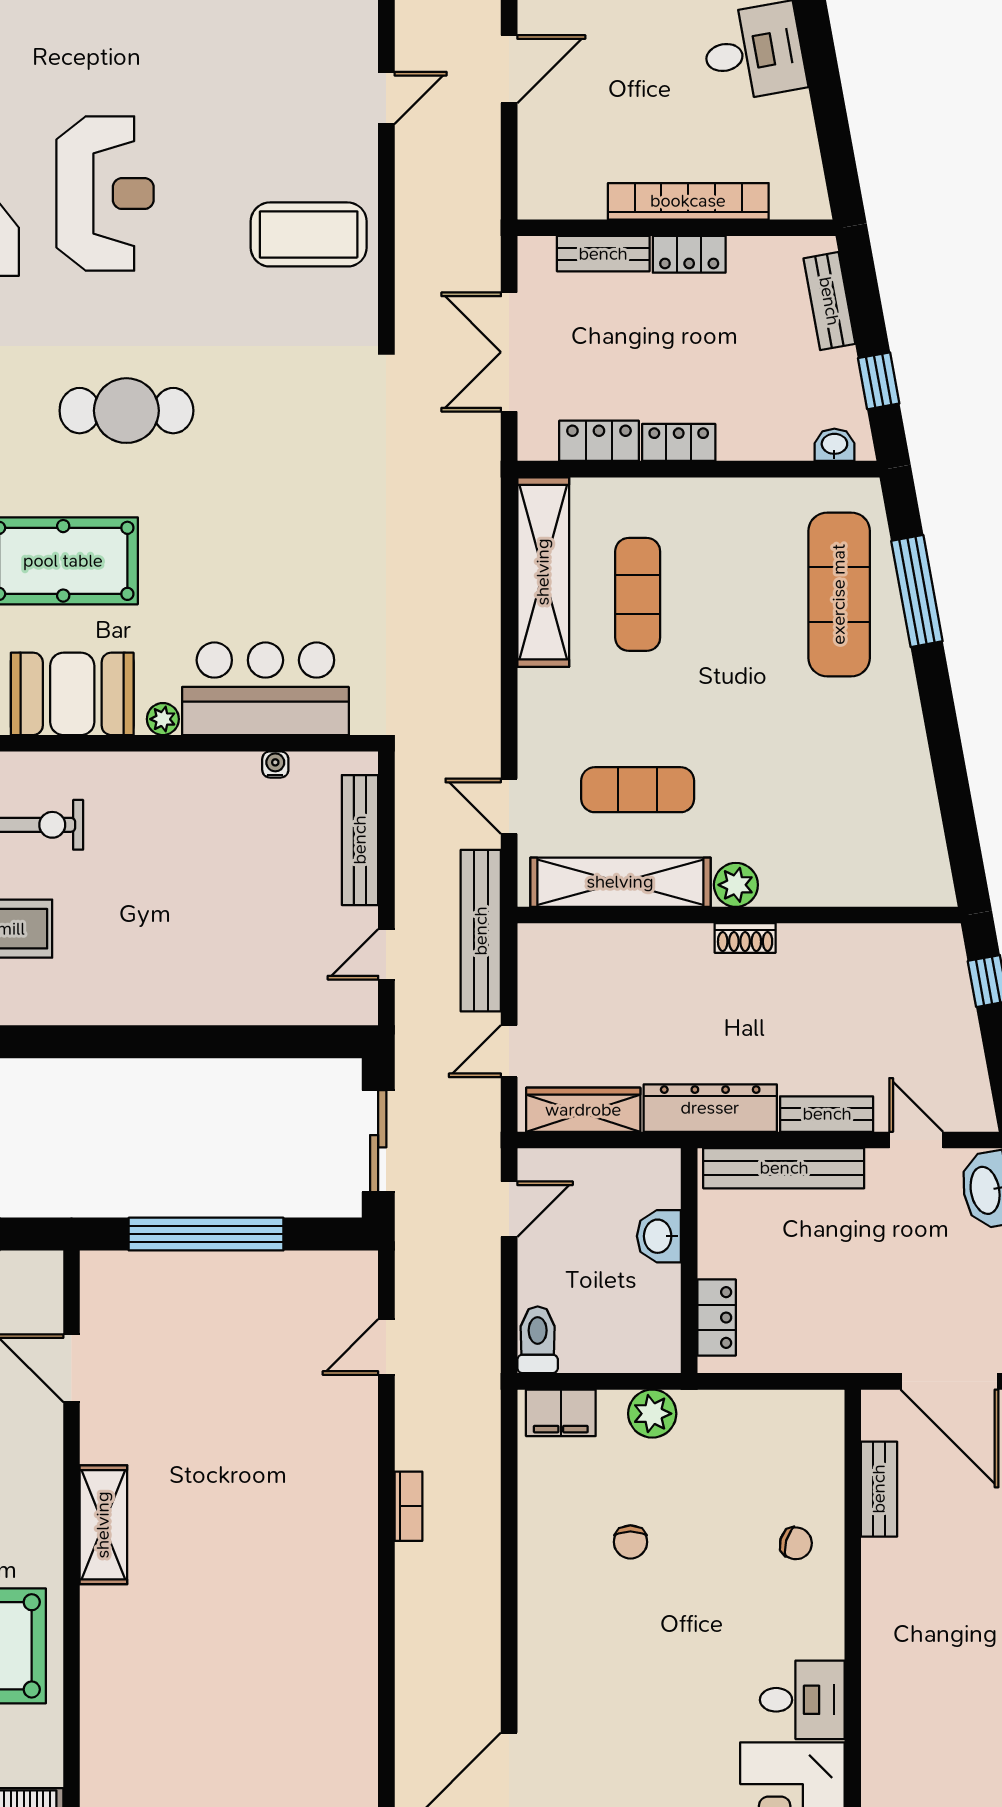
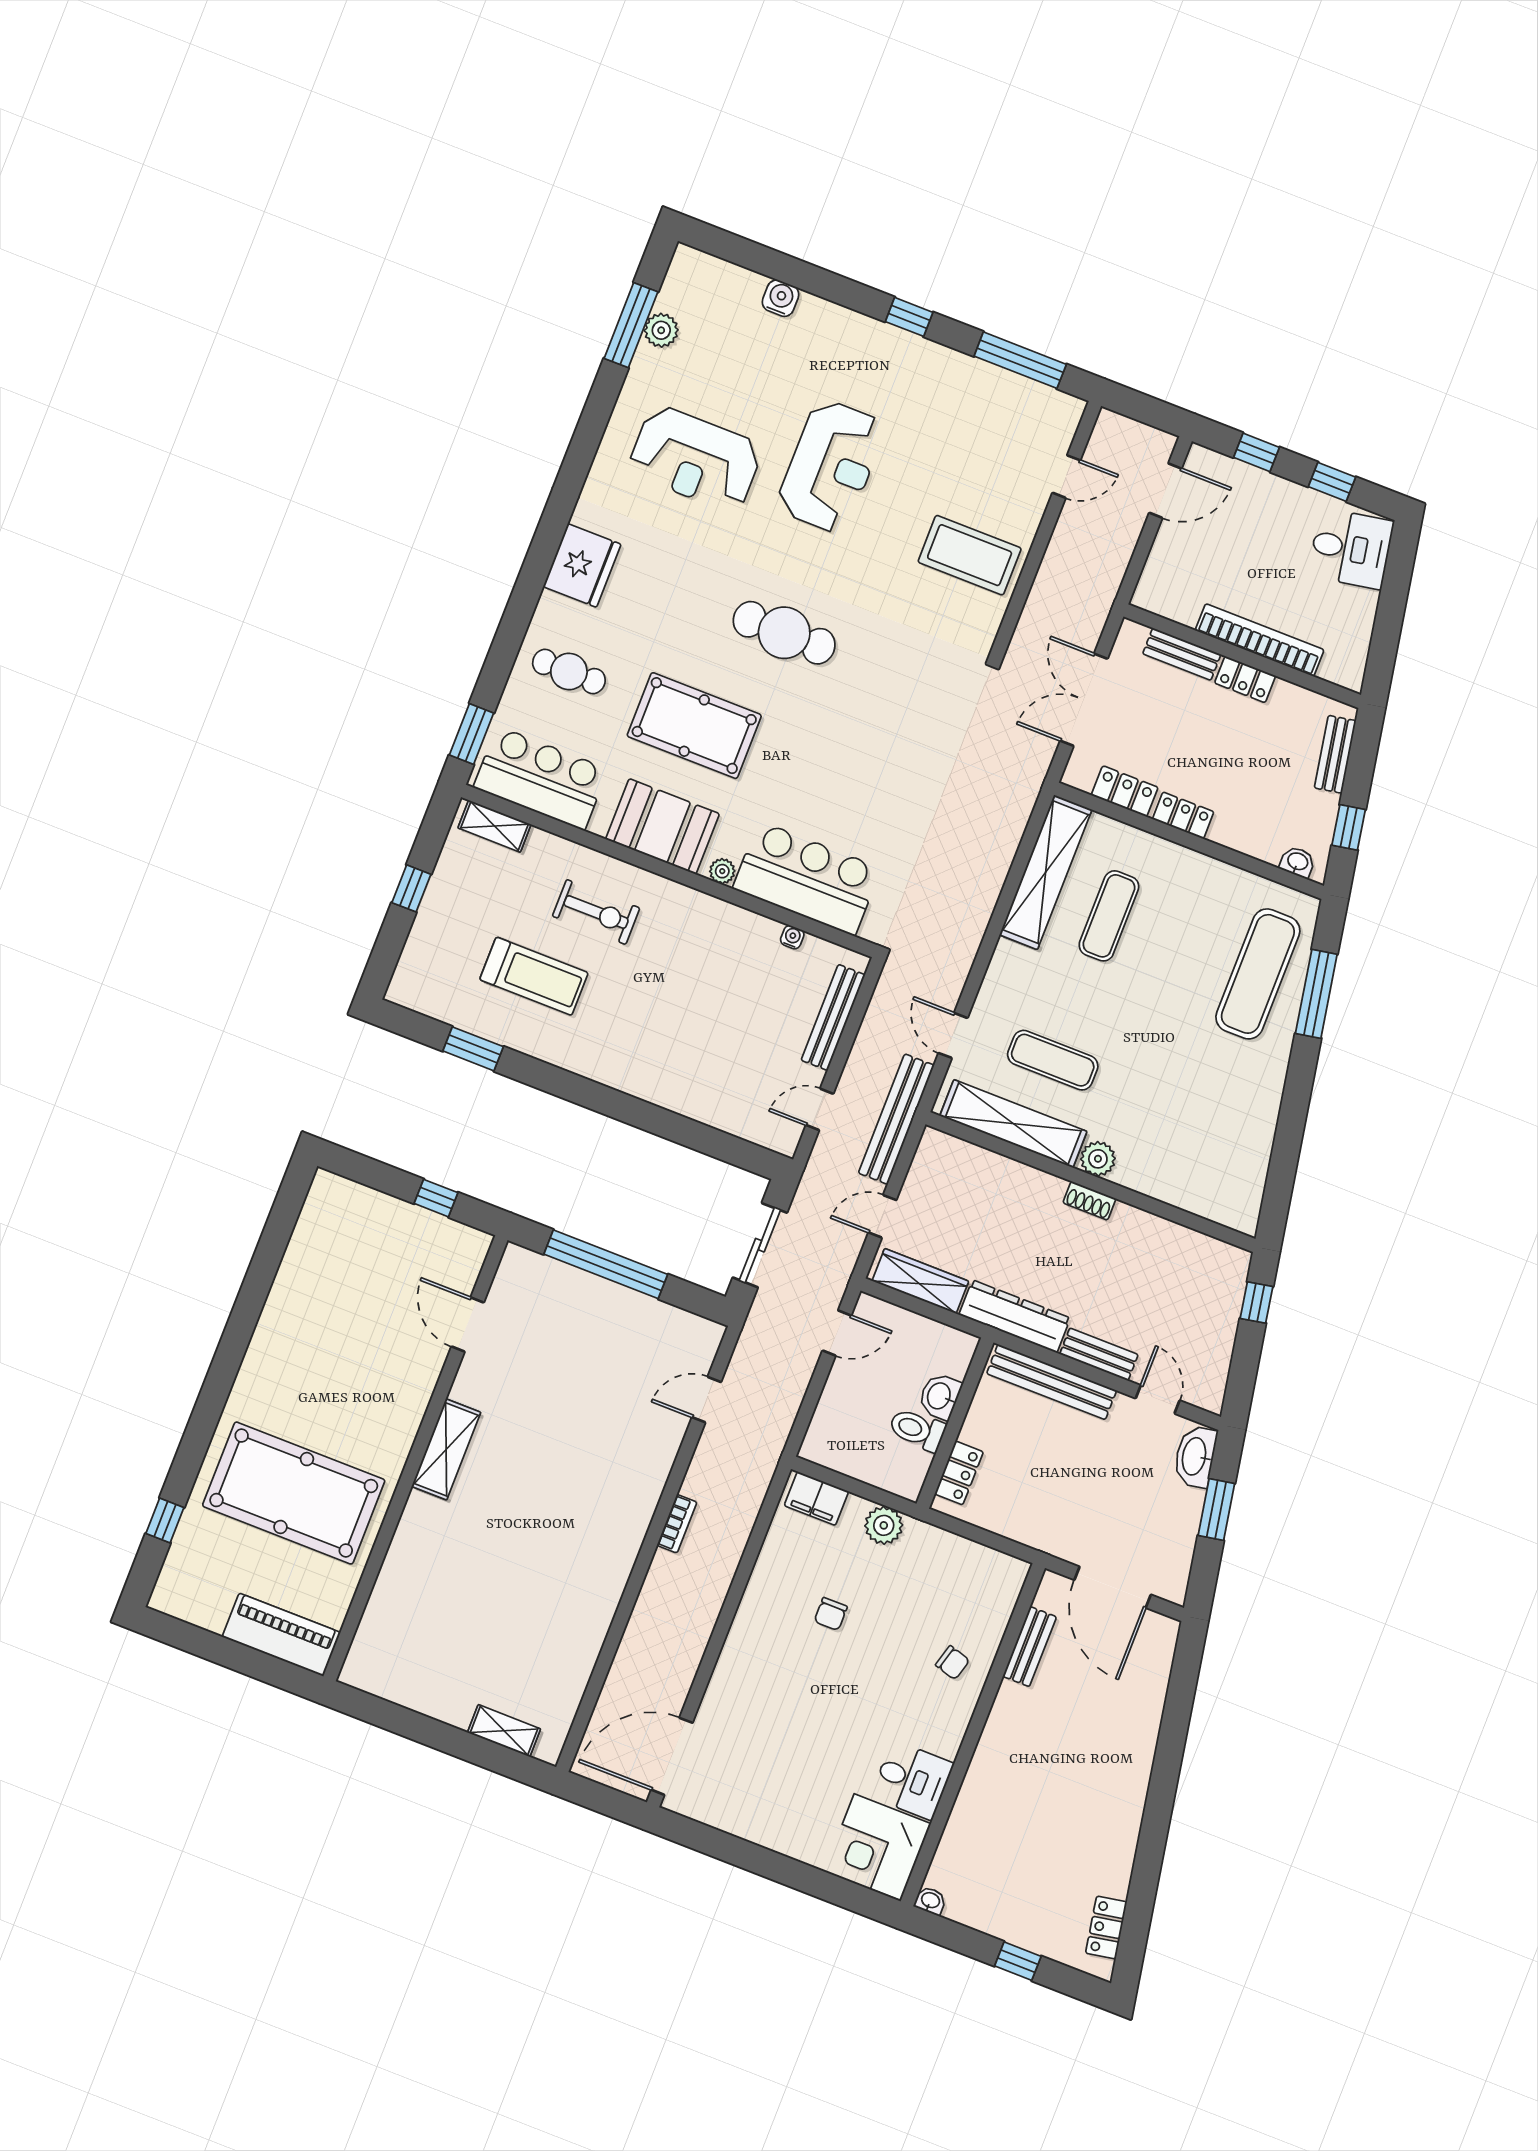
toilet: (538, 1340) -> (917, 1430), moved, turned -90

